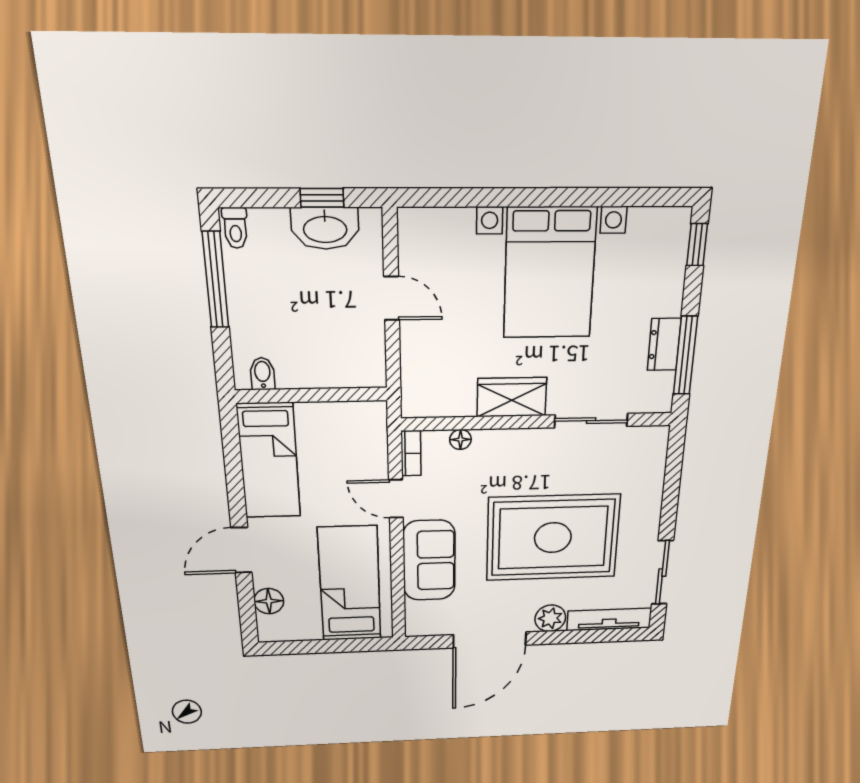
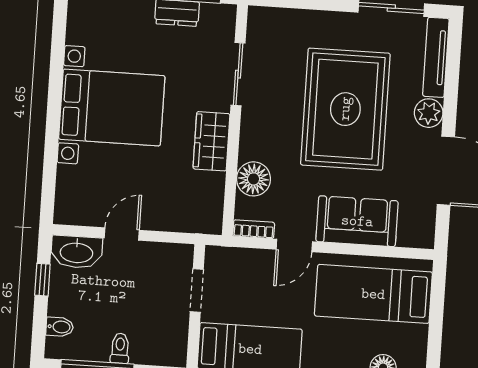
toilet: (235, 228) -> (120, 348), moved, turned -90
washbasin: (325, 228) -> (77, 252), moved, turned 90
bidet: (263, 374) -> (60, 327), moved, turned 180
doorway: (331, 395) -> (197, 291), added
floor lamp: (460, 439) -> (254, 179), width x1.89, depth x1.89

